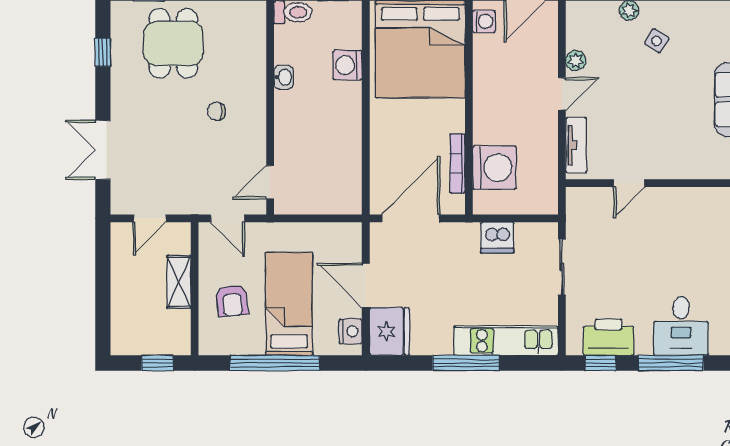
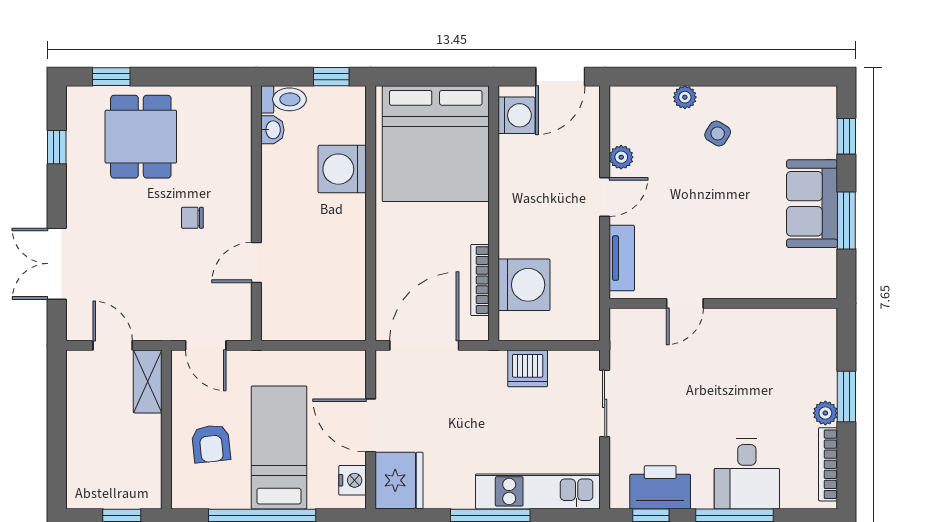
washing machine: (484, 21) -> (517, 115), width x1.38, depth x1.38
washing machine: (347, 65) -> (342, 169), width x1.37, depth x1.37
washbasin: (284, 77) -> (272, 130), moved
door: (270, 182) -> (256, 263), moved
door: (150, 218) -> (113, 345), swing flipped
shelving: (179, 282) -> (148, 381), moved

